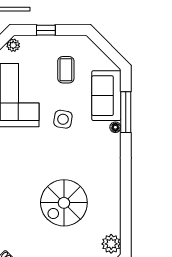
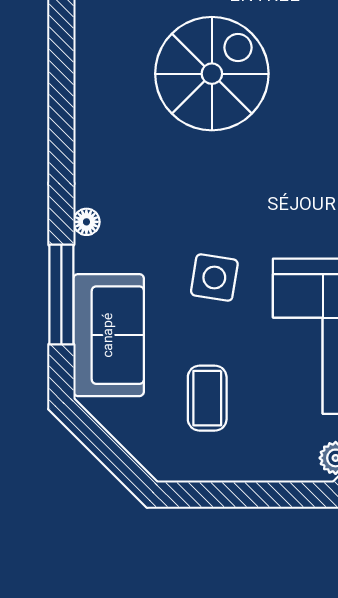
window: (46, 30) -> (256, 495), removed
floor lamp: (115, 127) -> (86, 222), moved

